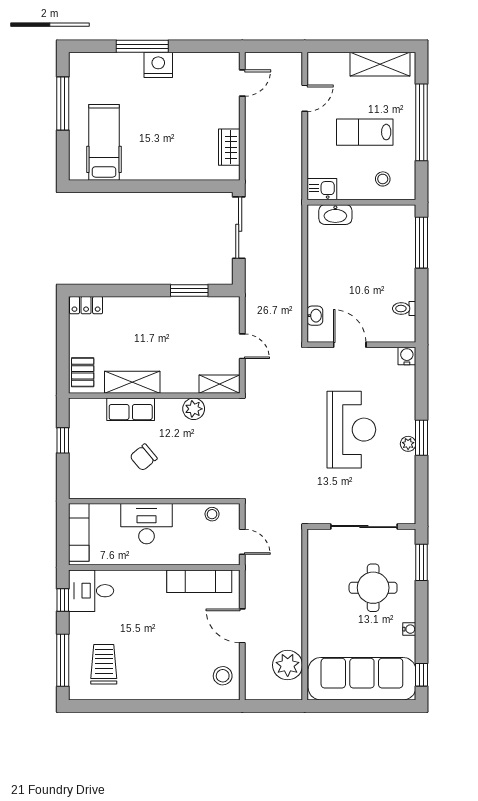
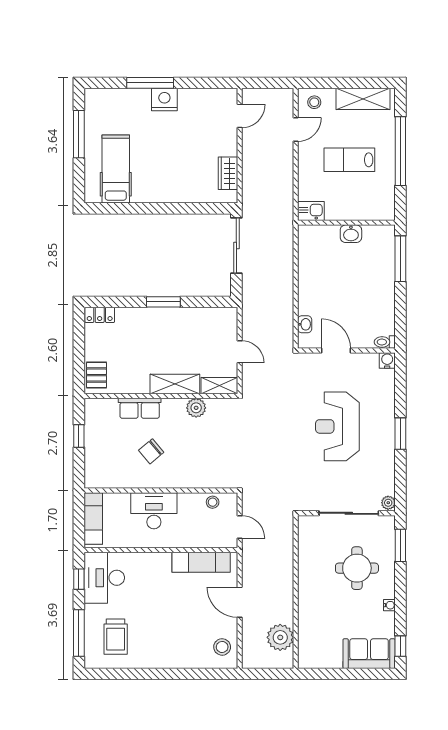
stool: (383, 179) -> (314, 102), moved
washbasin: (335, 215) -> (351, 234), moved, width x0.72
window: (189, 290) -> (163, 302), moved
toilet: (404, 309) -> (385, 342), moved
shelving: (132, 382) -> (175, 384), moved
reception desk: (351, 430) -> (337, 426), turned 180
plant: (408, 444) -> (388, 503), moved
desk: (91, 591) -> (104, 578), width x1.37
trolley: (104, 664) -> (116, 637), turned 180
sofa: (362, 679) -> (369, 654), width x0.54, depth x0.79

